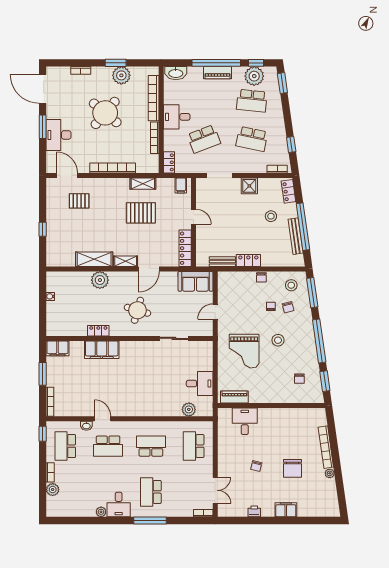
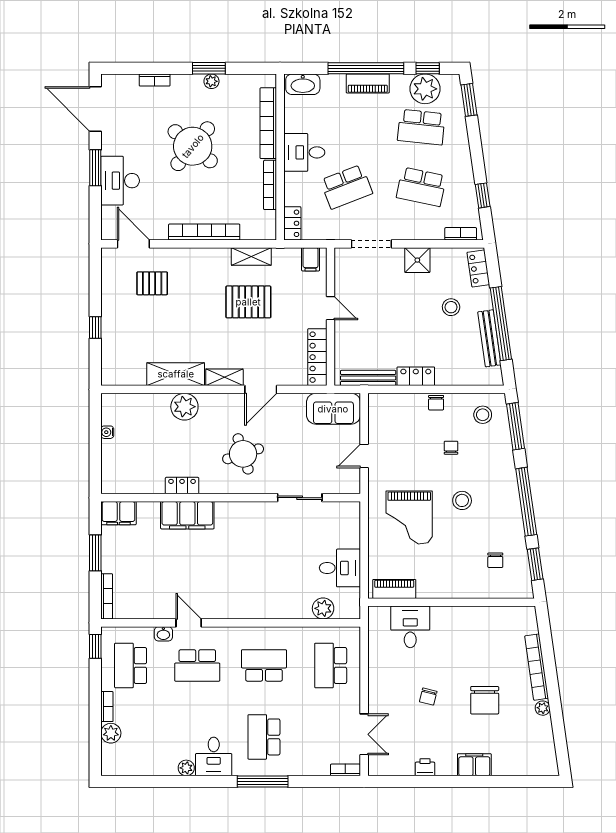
plant: (121, 75) -> (211, 81), width x0.53, depth x0.53
bench: (222, 262) -> (368, 378), width x1.36
chair: (288, 307) -> (478, 449), removed
round table: (137, 310) -> (243, 454), turned -34

